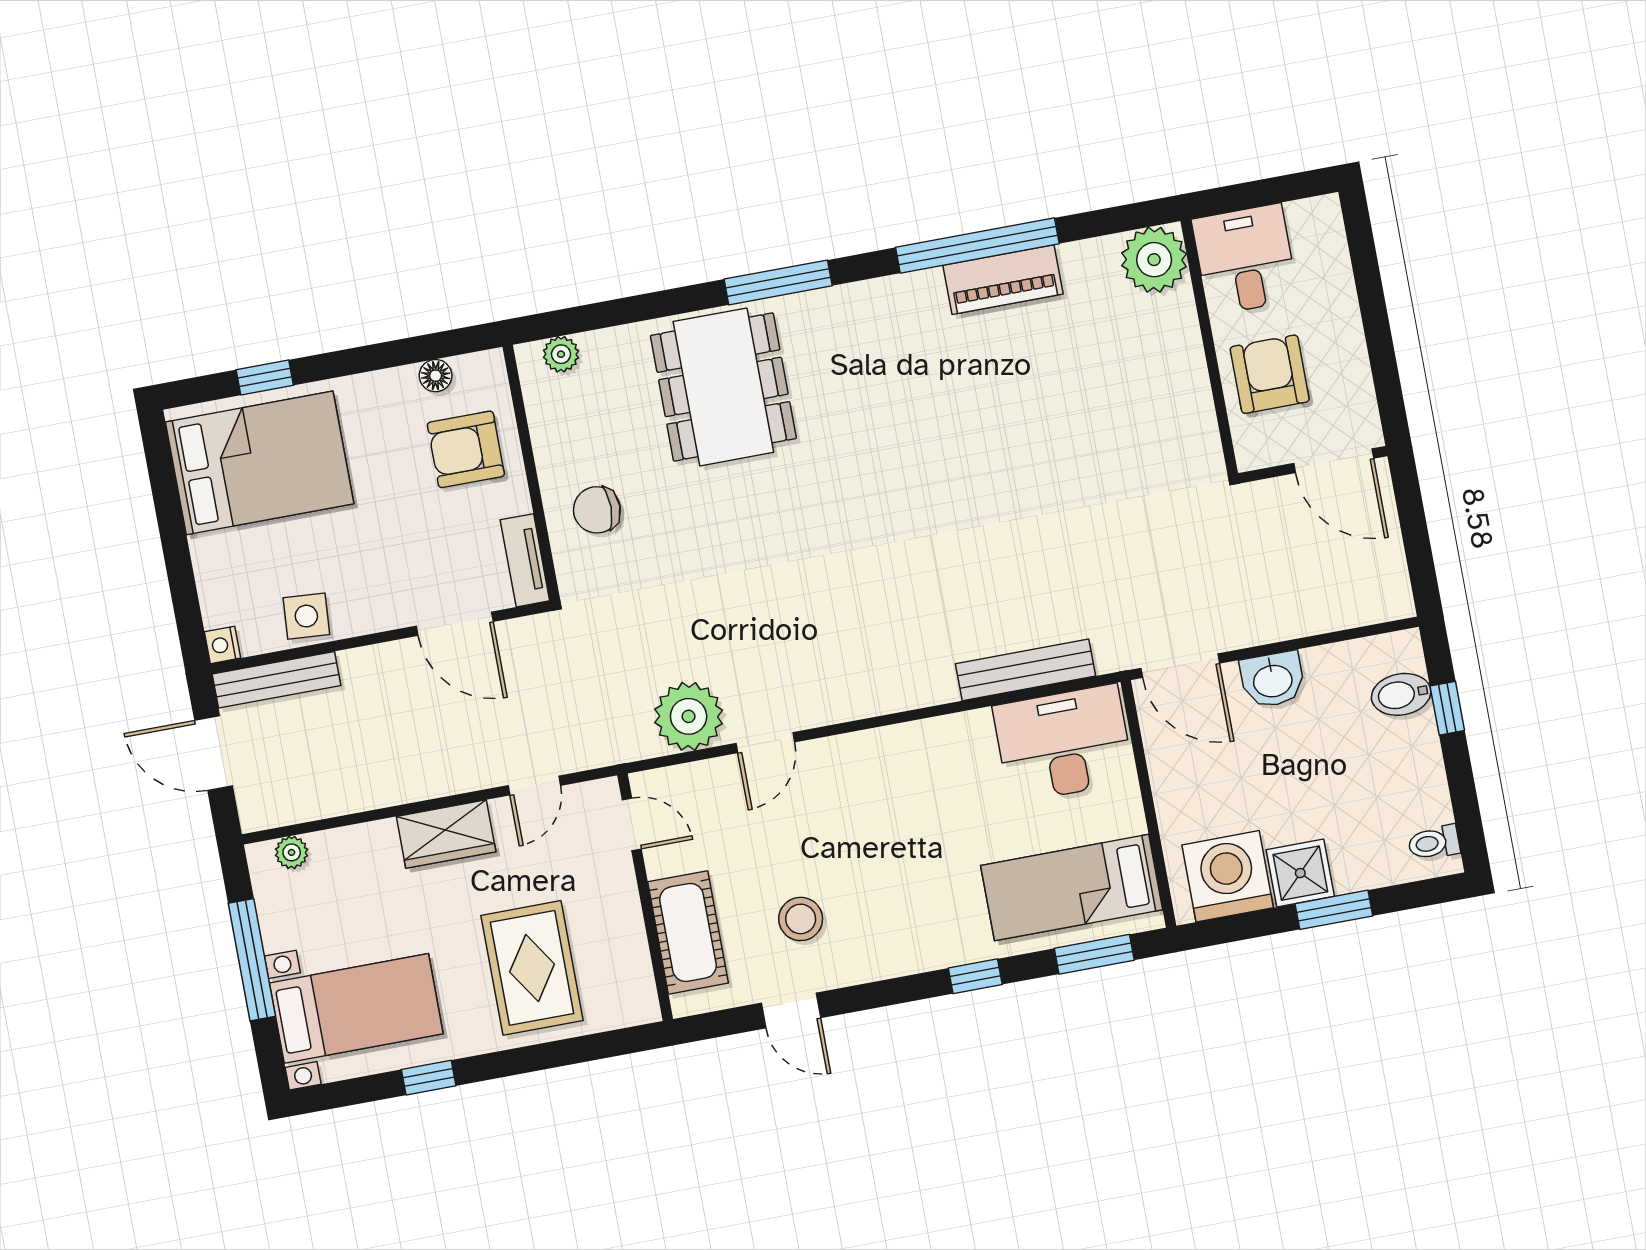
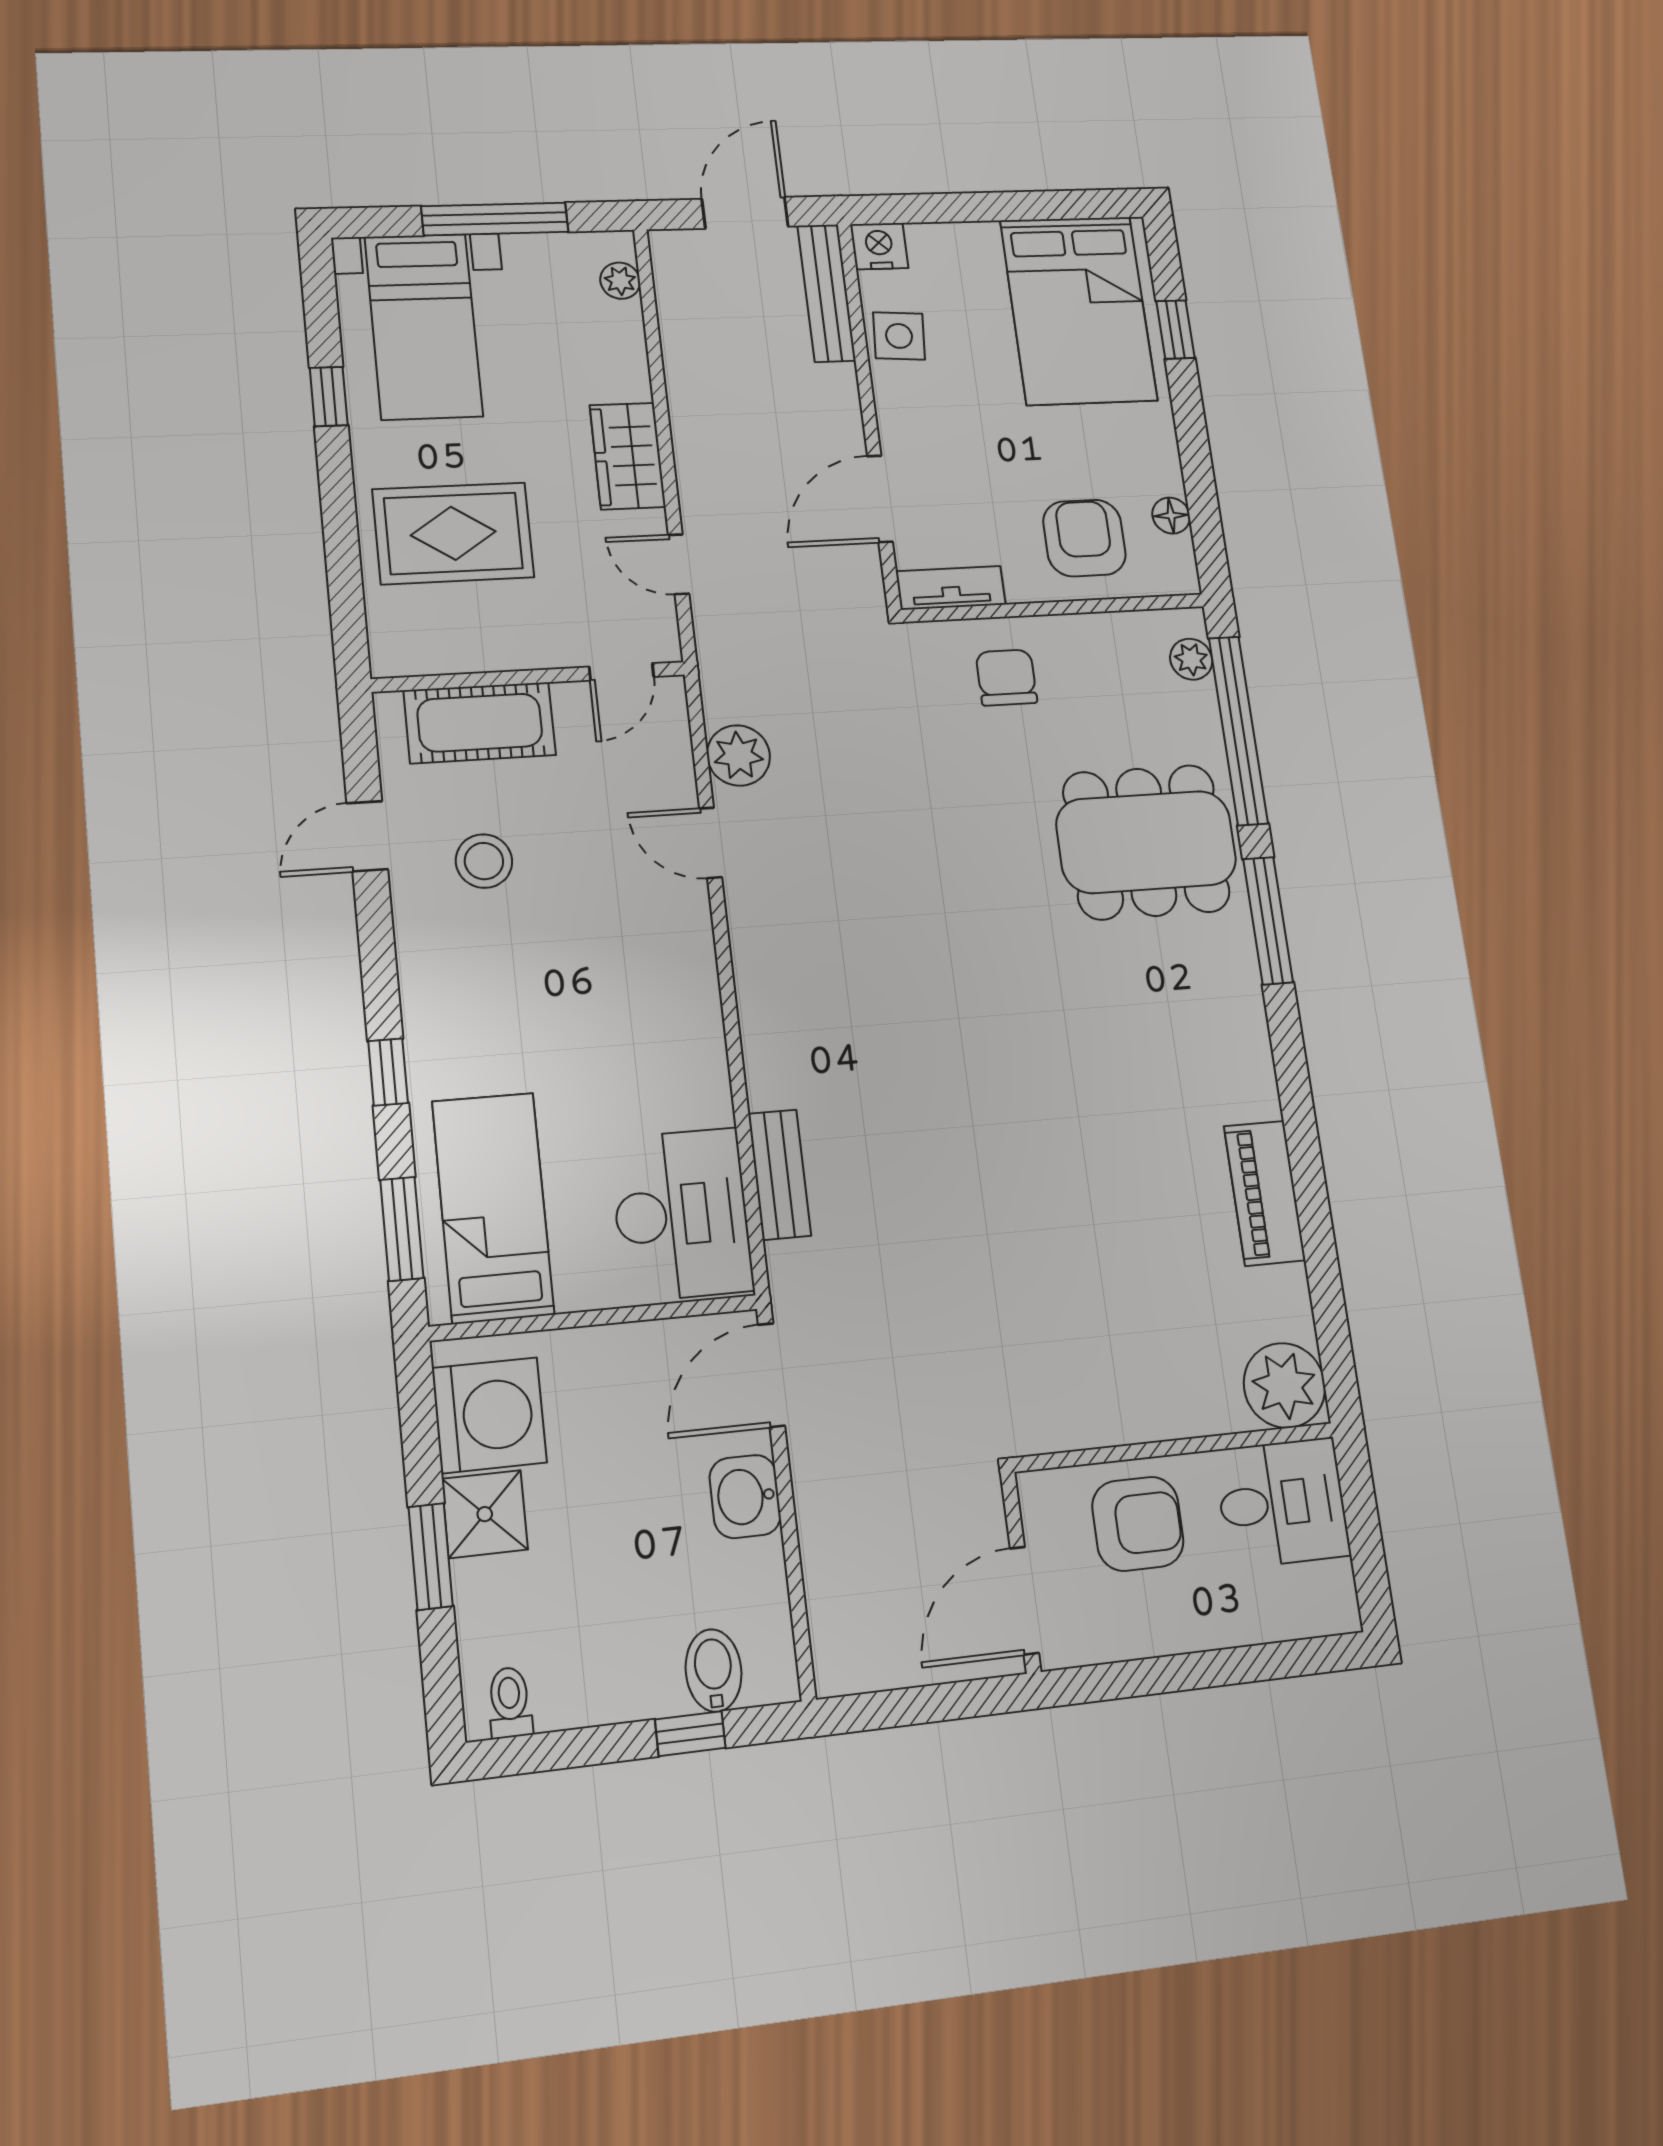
window: (977, 245) -> (1238, 730), moved
nightstand: (222, 645) -> (879, 246), width x1.39, depth x1.35
bench: (1025, 670) -> (779, 1175), width x0.73
plant: (689, 716) -> (738, 755), width x0.73, depth x0.73

